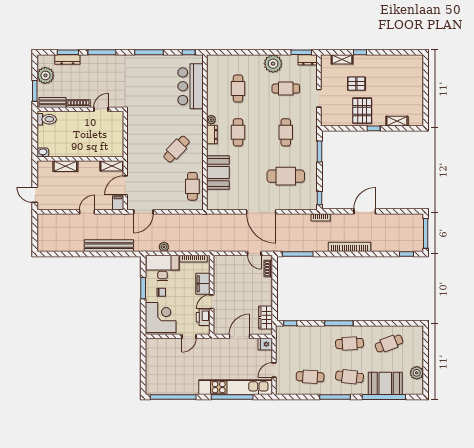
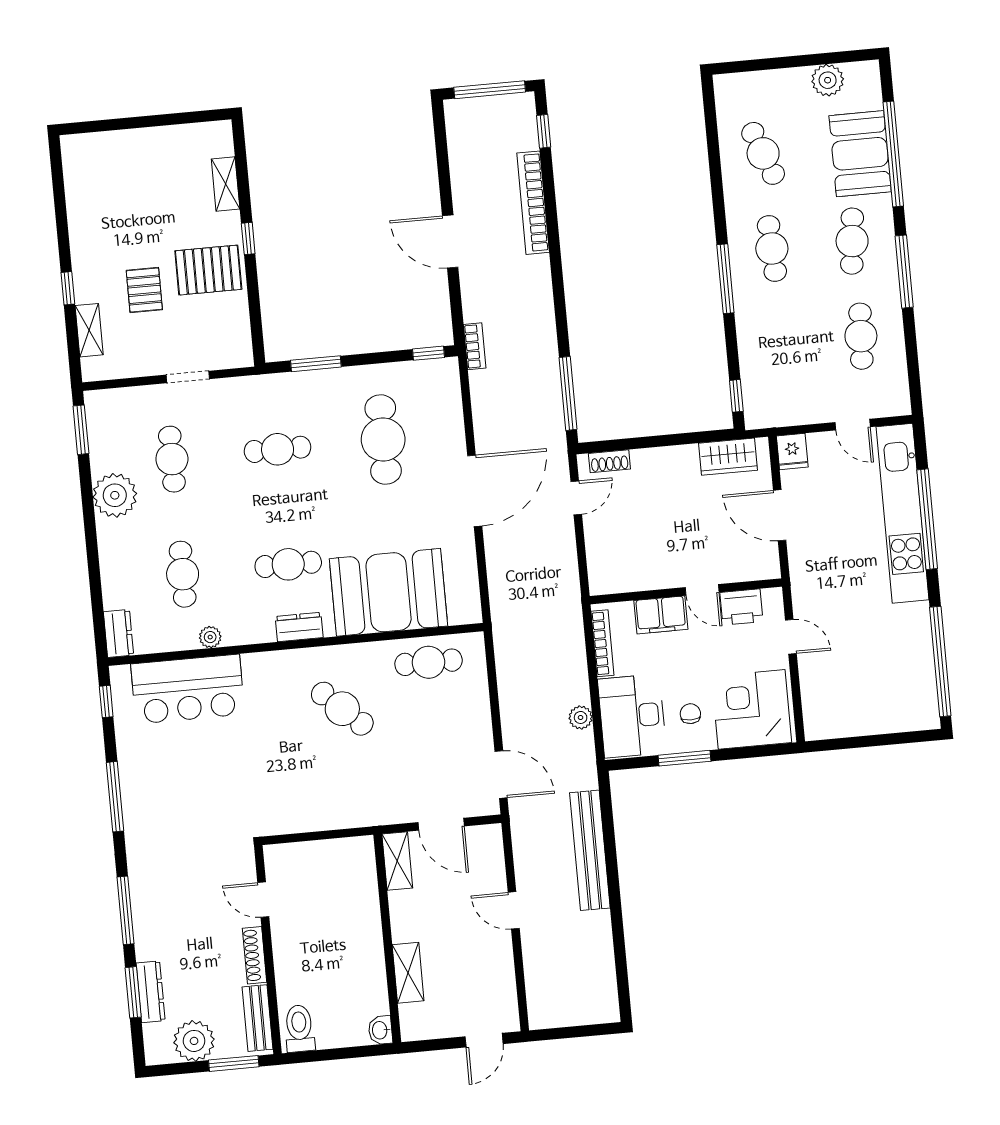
dresser: (308, 60) -> (118, 633), moved
cafe table: (238, 89) -> (183, 574), turned 90
plant: (211, 120) -> (210, 637), moved
booth: (218, 173) -> (389, 592), width x1.36, depth x1.42
filing cabinet: (118, 203) -> (485, 838), removed
bookcase: (349, 247) -> (533, 203), moved

